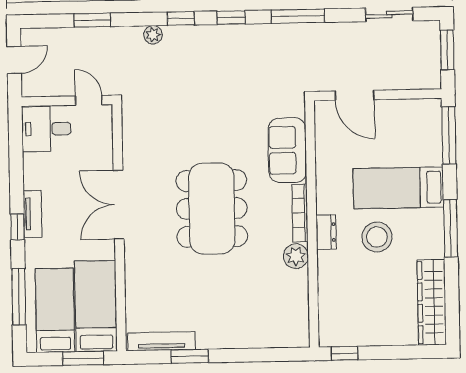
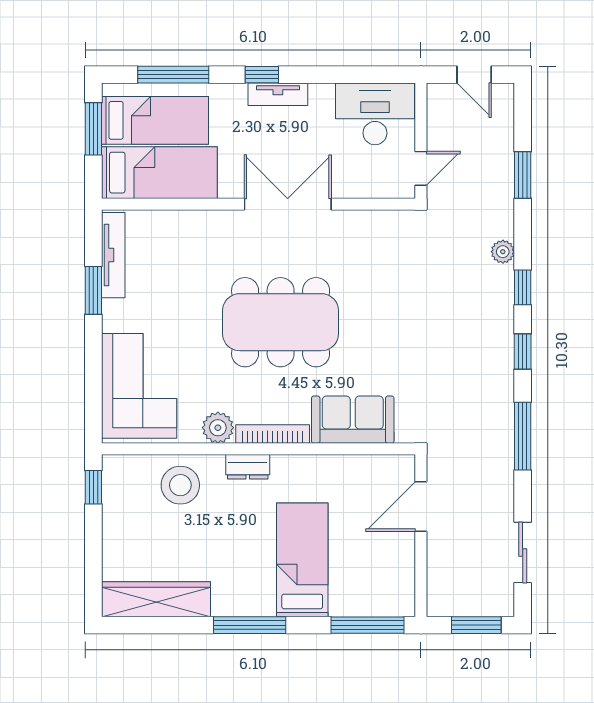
desk: (46, 129) -> (375, 114), width x1.37
stool: (377, 237) -> (180, 485), moved
corner sofa: (264, 319) -> (139, 386), added
window: (83, 358) -> (93, 129), moved

